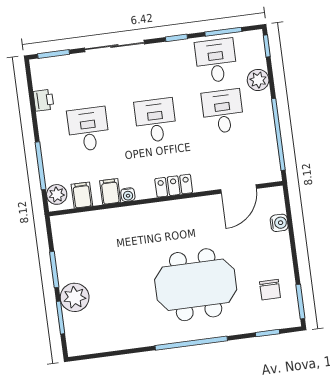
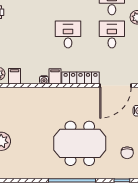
desk: (88, 129) -> (24, 35), removed
locker: (174, 186) -> (81, 78), width x1.53
door: (239, 189) -> (115, 86), width x1.36
filing cabinet: (110, 191) -> (55, 76), moved

